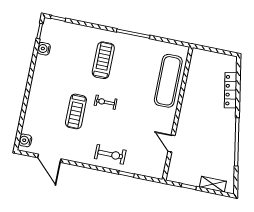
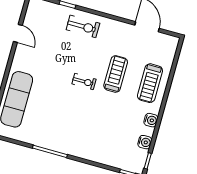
treadmill: (103, 60) -> (150, 83), moved
water cooler: (25, 140) -> (151, 120), moved
exercise bike: (110, 154) -> (83, 26), turned 180

